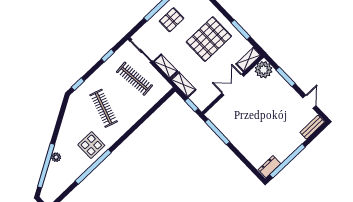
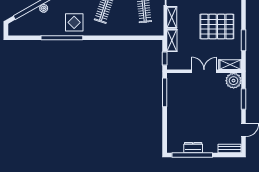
dresser: (269, 167) -> (193, 148), moved

